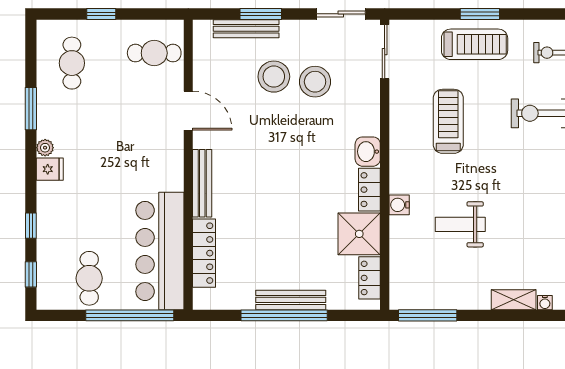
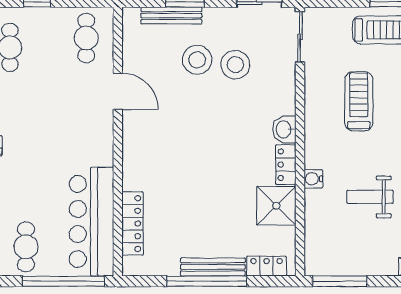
cafe table: (154, 53) -> (86, 38), turned 90
bench: (202, 183) -> (131, 159), removed
locker: (370, 278) -> (267, 266), moved, turned 90

